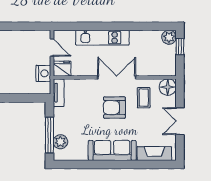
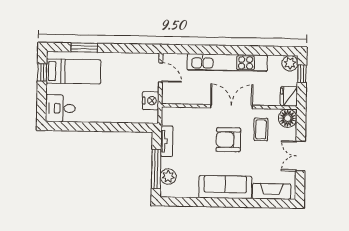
kitchen unit: (102, 38) -> (227, 63), width x1.36
fridge: (62, 69) -> (289, 96), moved, turned -90
tv unit: (59, 93) -> (167, 141), moved

